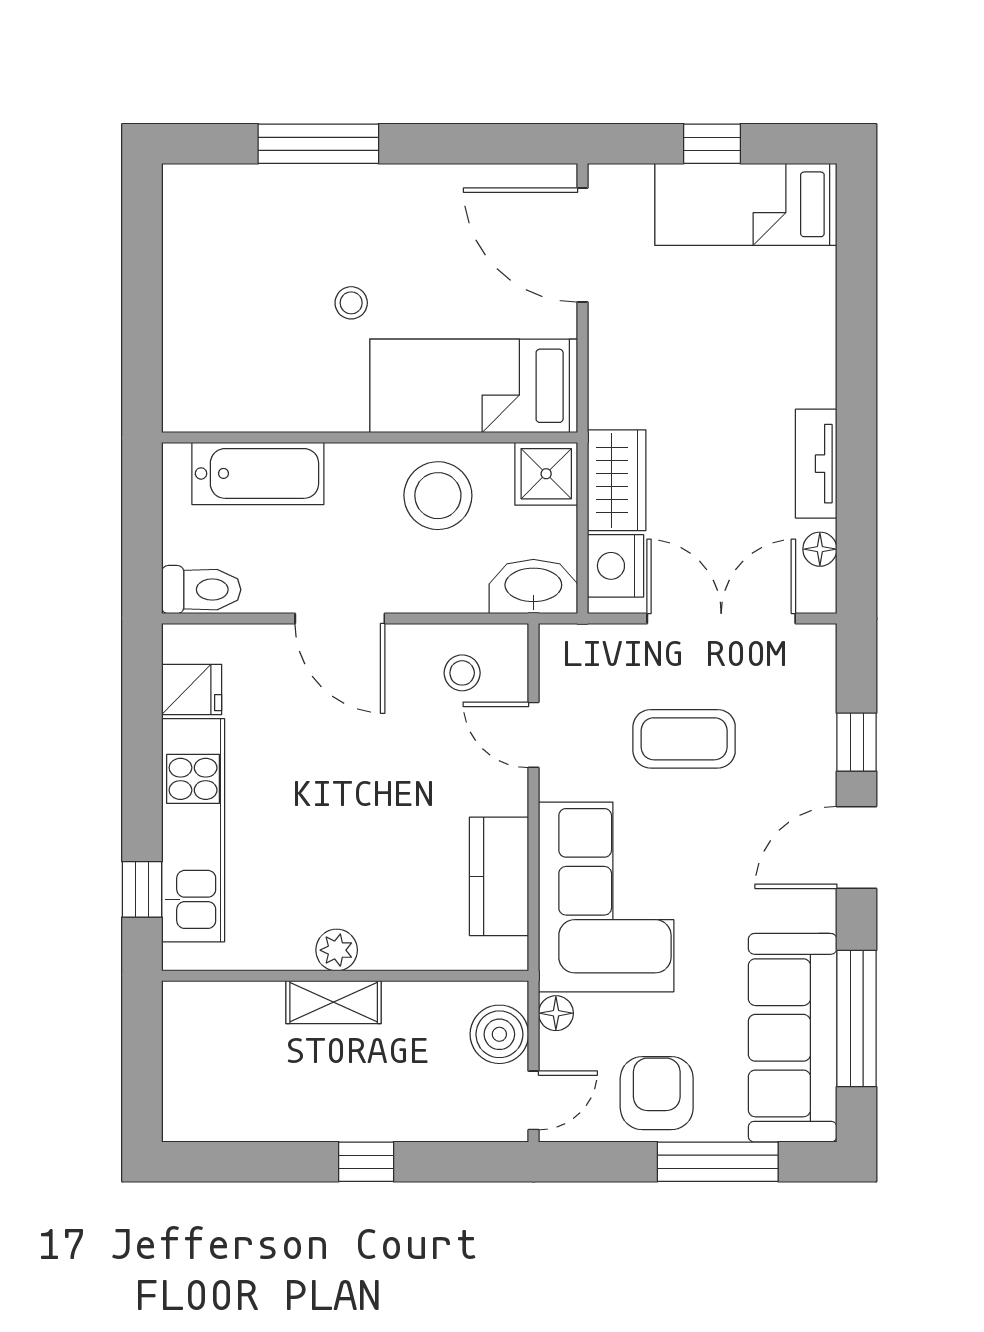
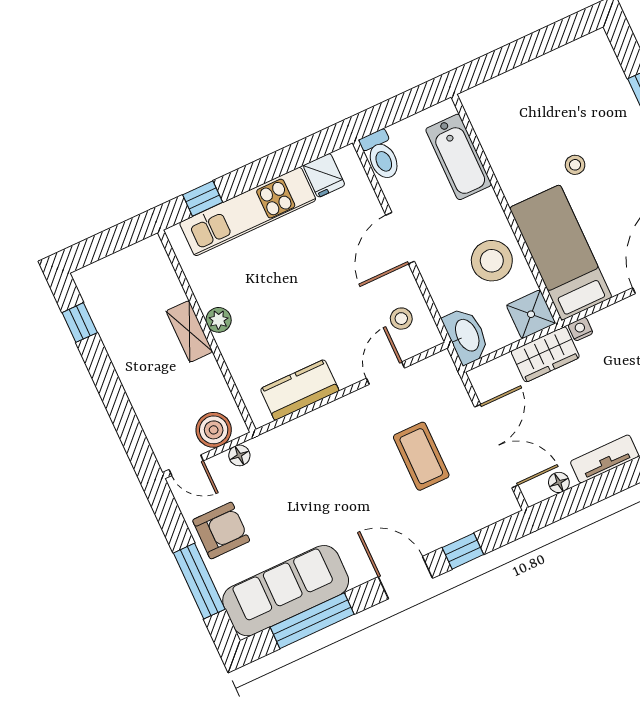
nightstand: (615, 566) -> (580, 329), moved, width x0.53, depth x0.56
corner sofa: (606, 897) -> (315, 454), removed
window: (366, 1162) -> (80, 323), moved

